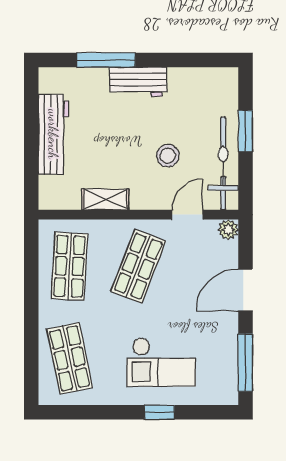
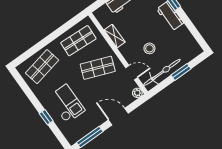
checkout: (161, 362) -> (66, 104), turned 180

